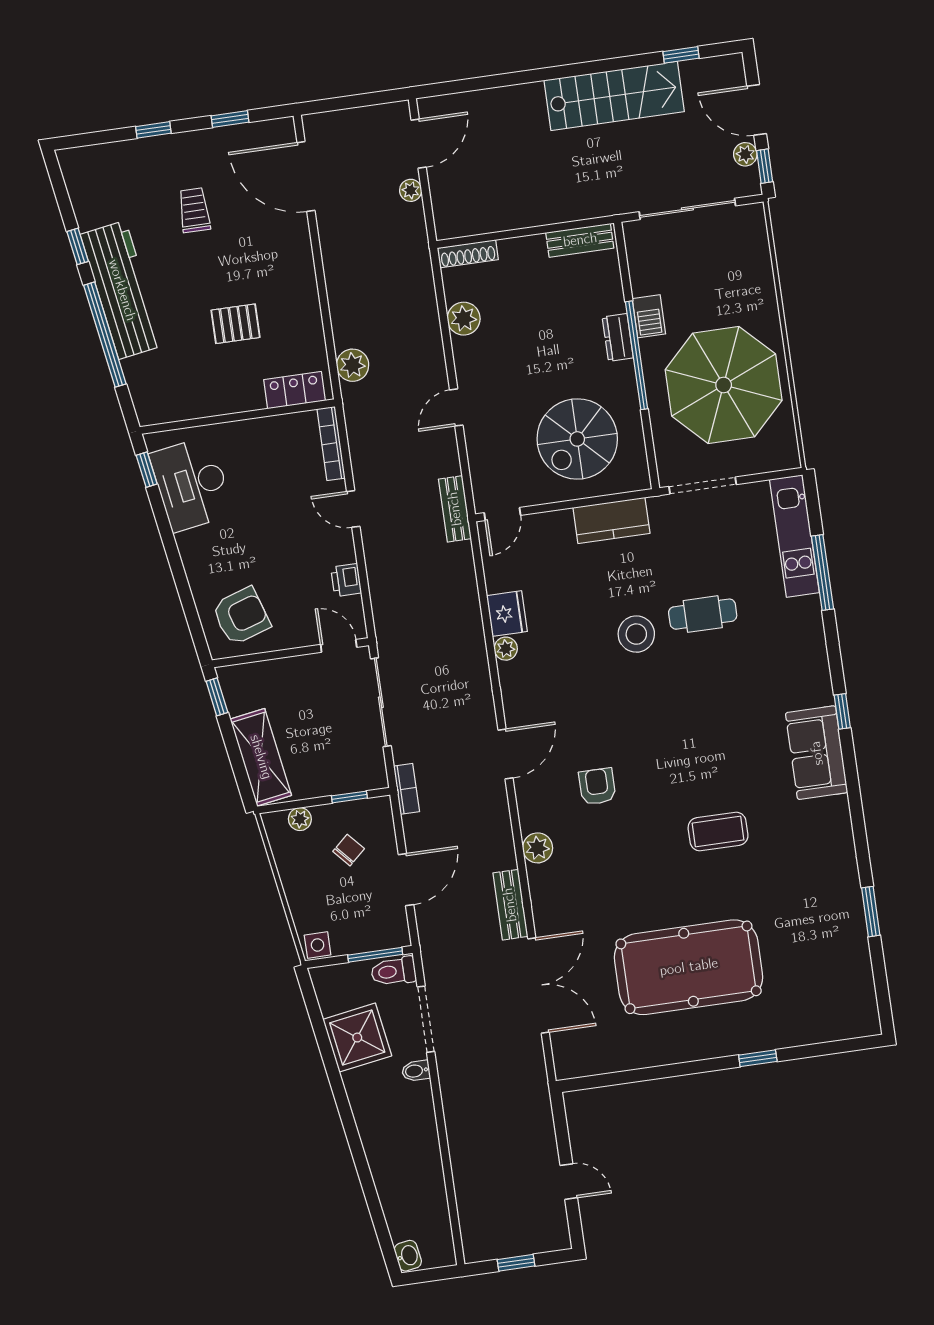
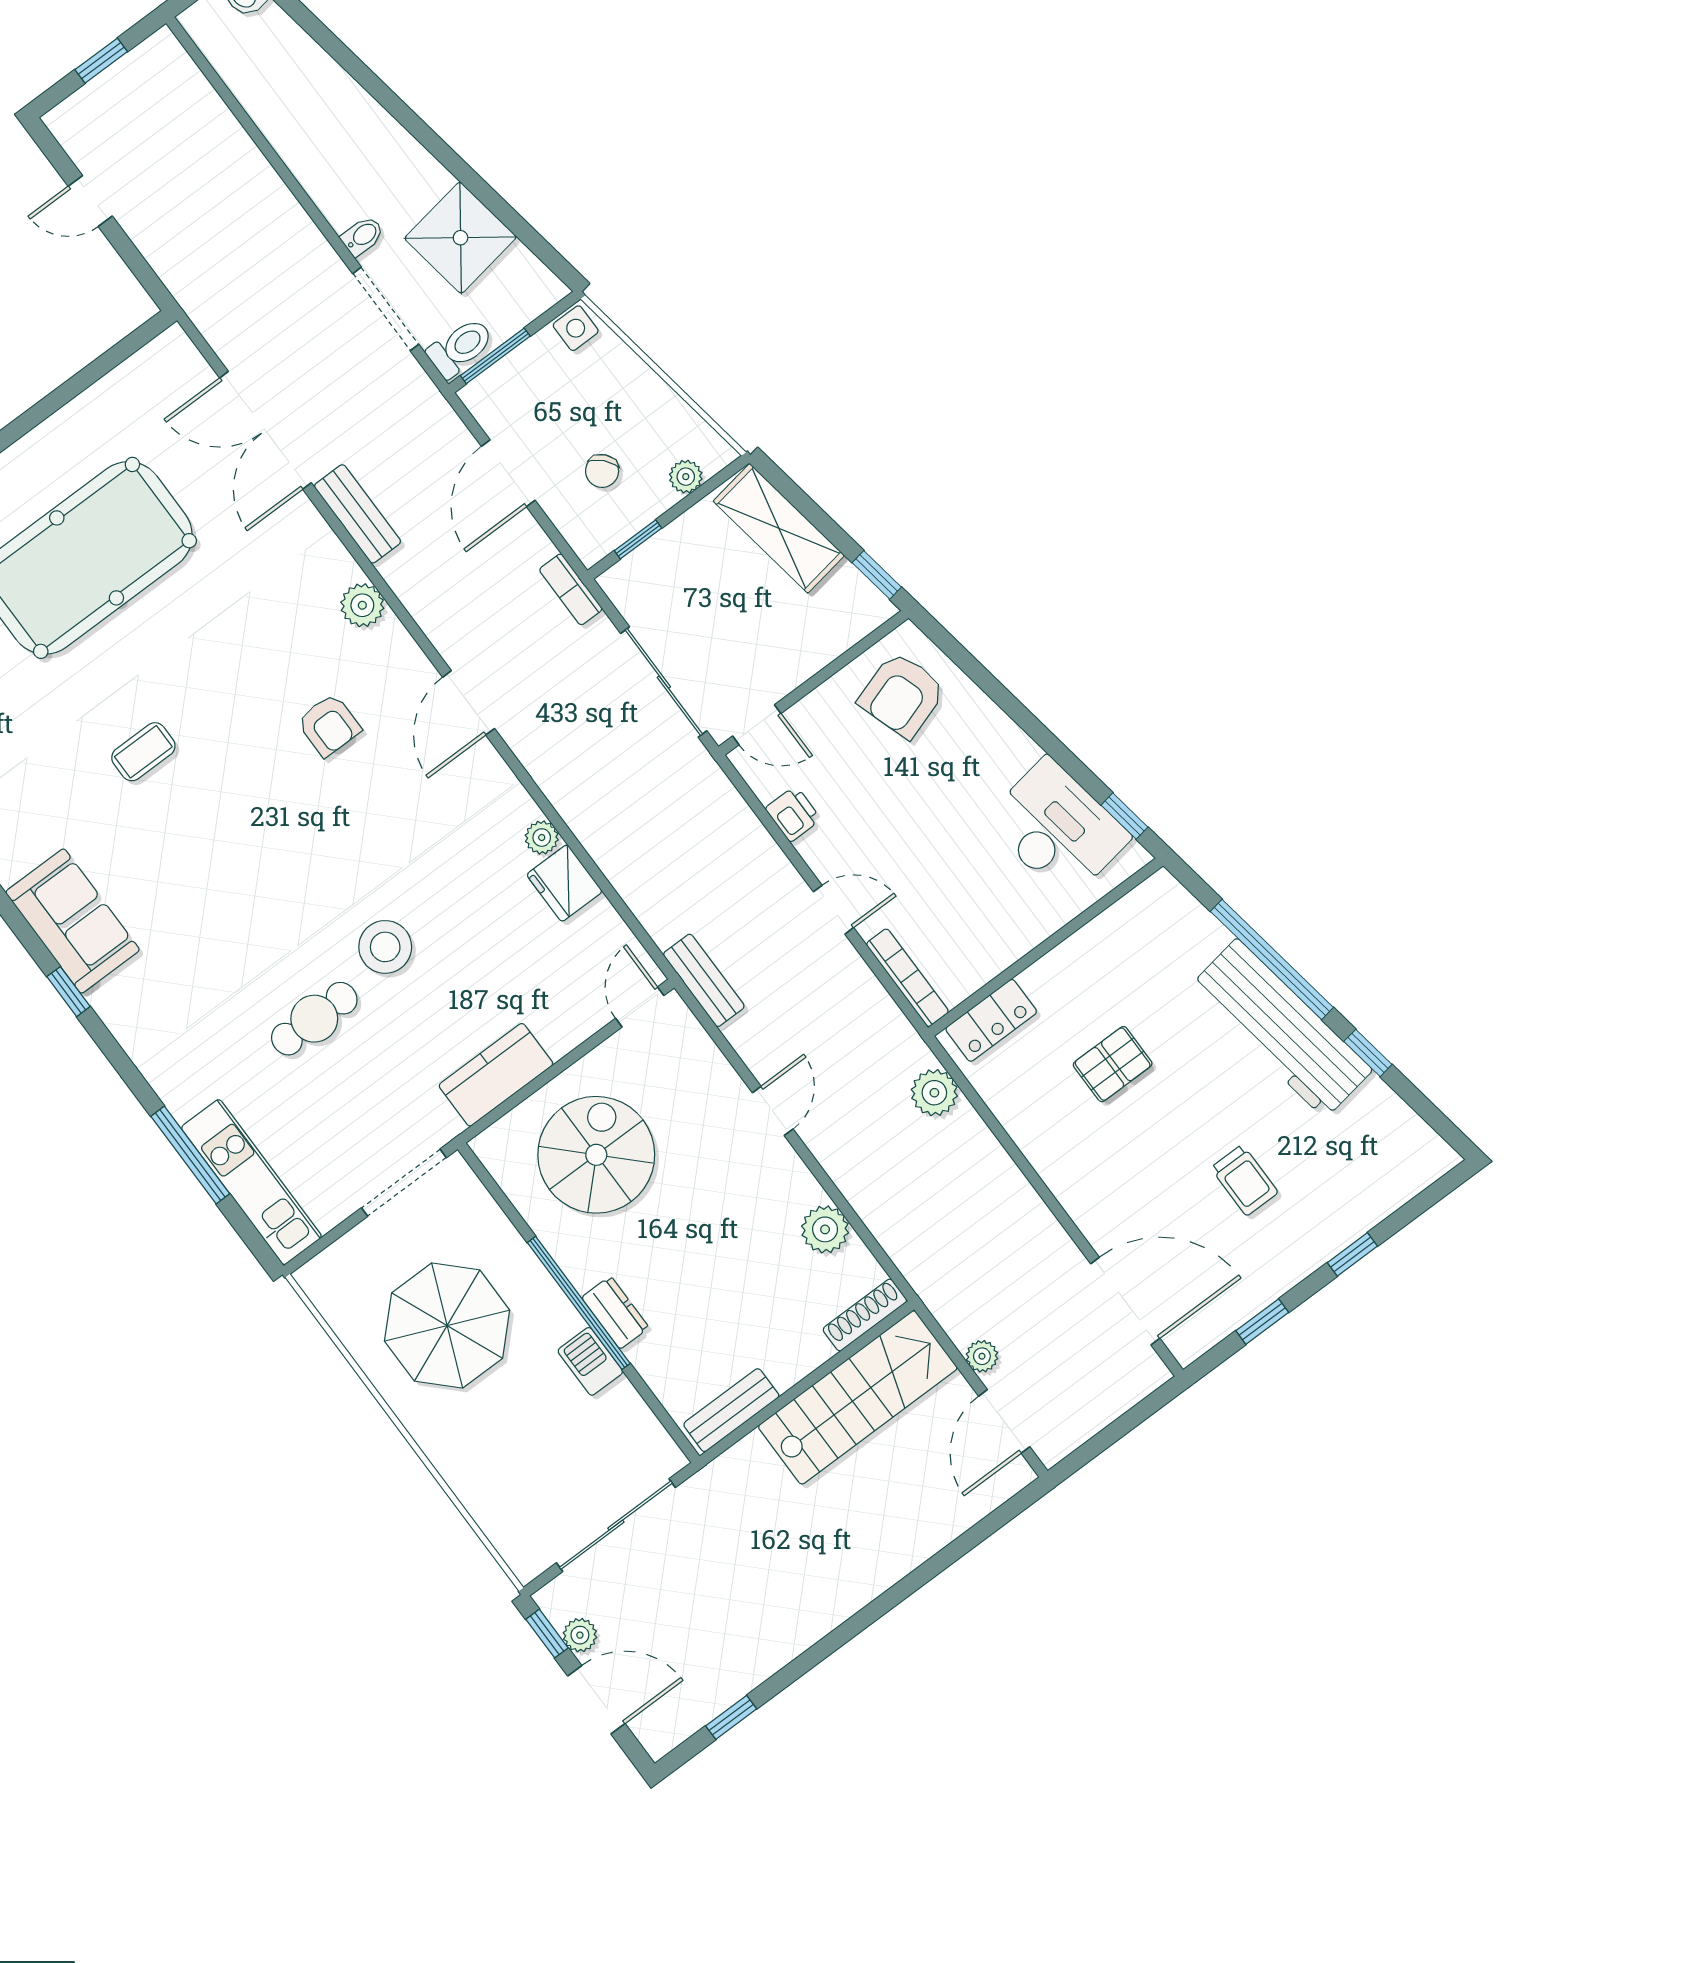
stairs: (614, 96) -> (858, 1397), moved, turned 180
parasol: (724, 385) -> (447, 1326), width x0.73, depth x0.73
coffee table: (718, 832) -> (143, 752), width x0.73, depth x0.77

